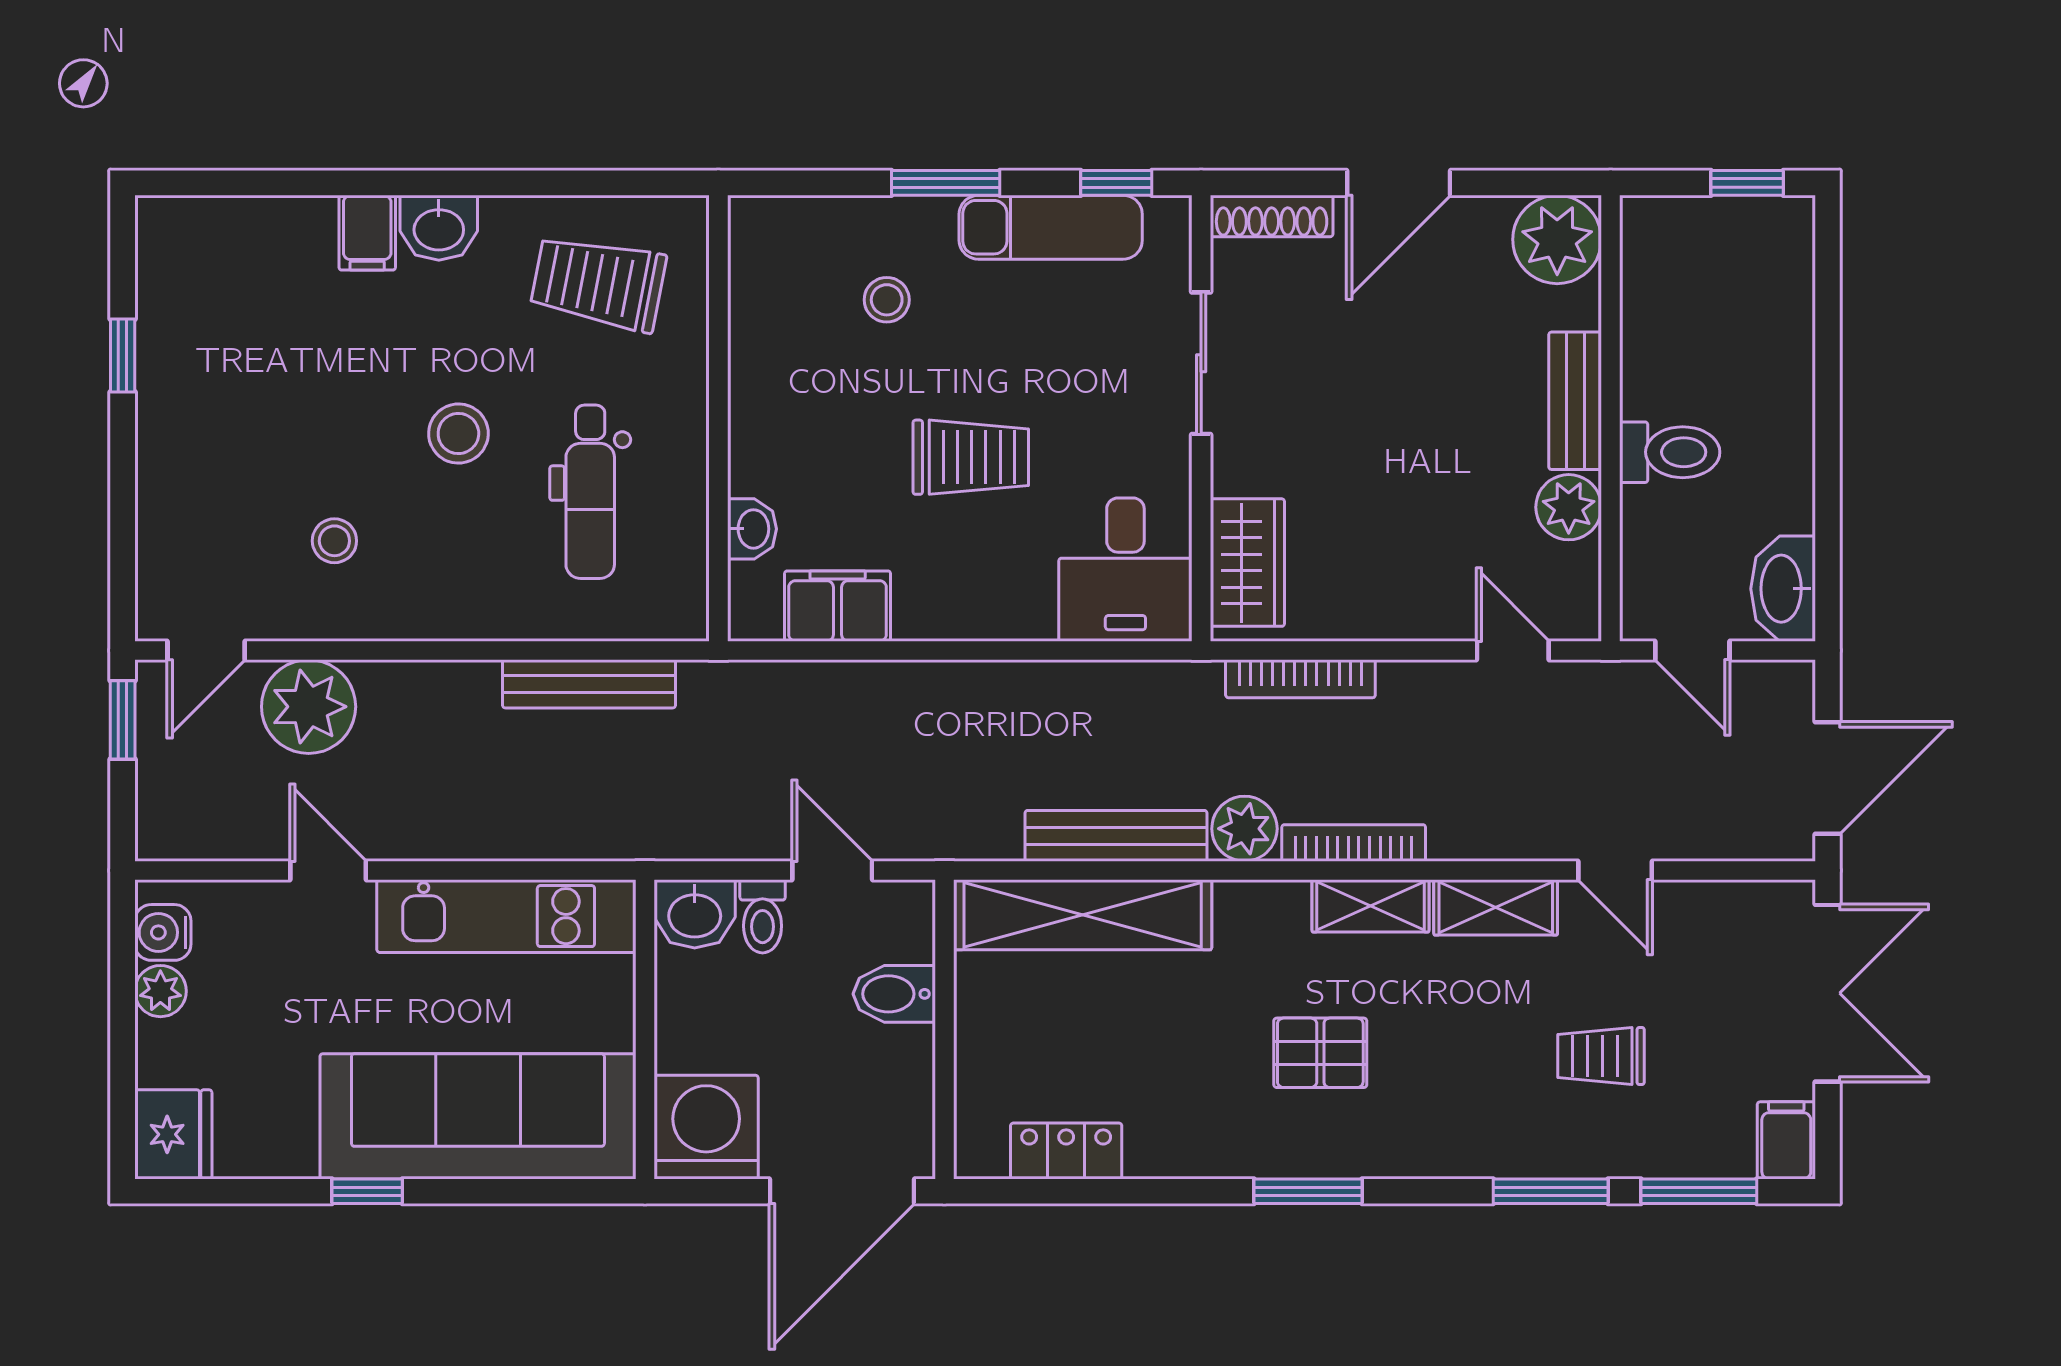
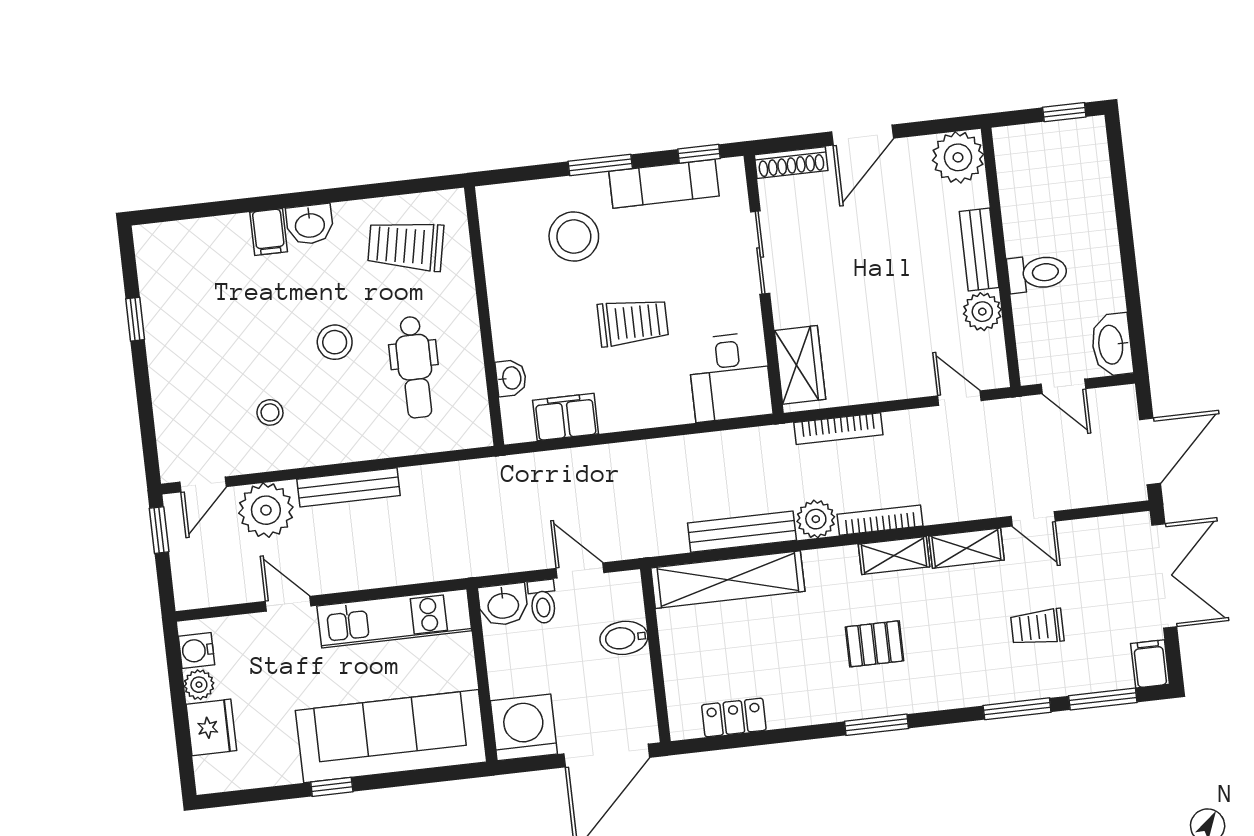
stool: (887, 300) -> (574, 236), width x1.89, depth x1.89
bench: (589, 684) -> (348, 487), moved
fridge: (173, 1134) -> (211, 727), moved

